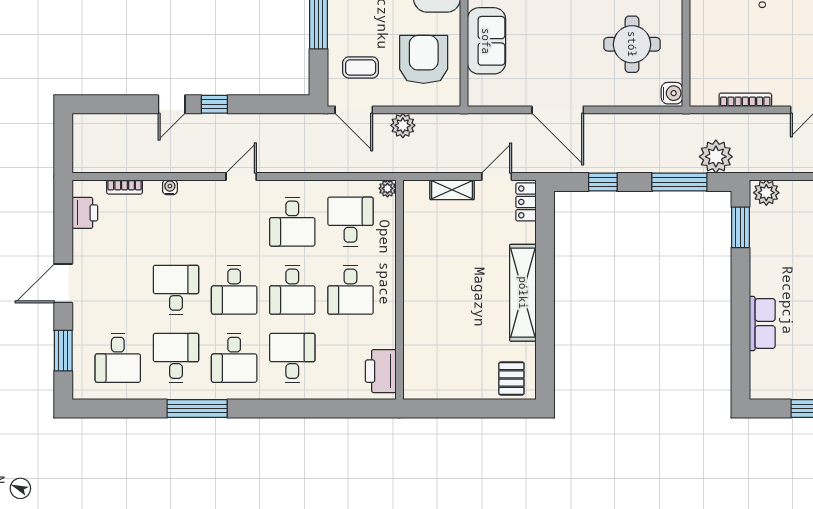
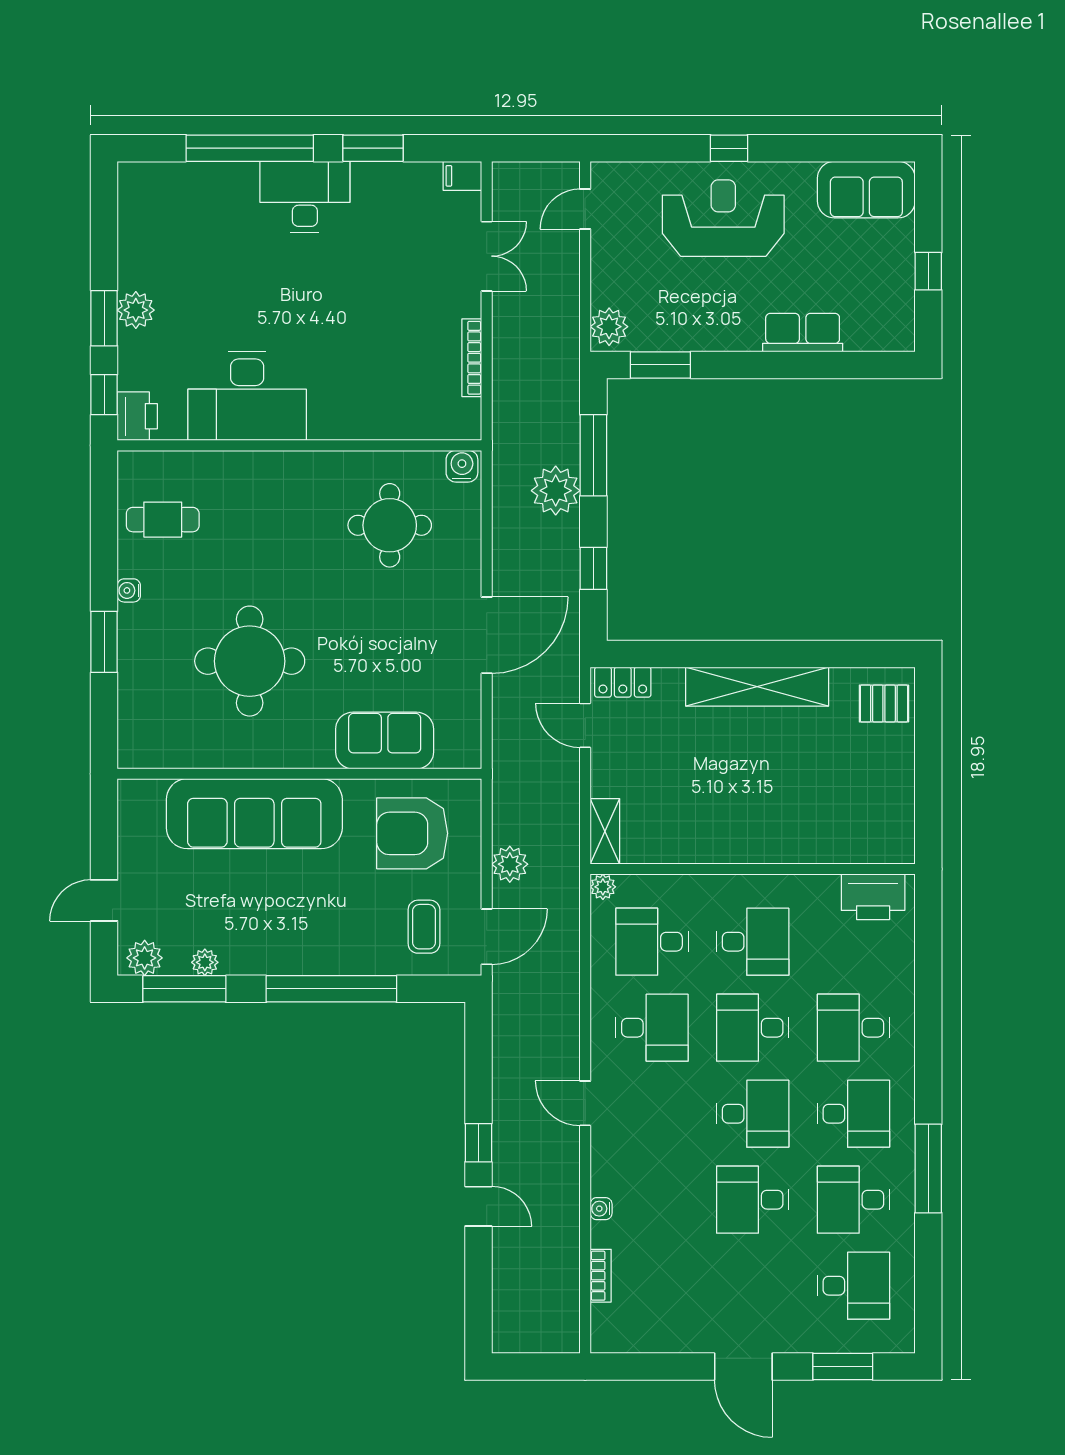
plant: (716, 157) -> (556, 491), moved
shelving: (452, 190) -> (605, 831), moved
printer: (85, 213) -> (639, 1334), removed
desk: (292, 290) -> (753, 1028), turned 180

